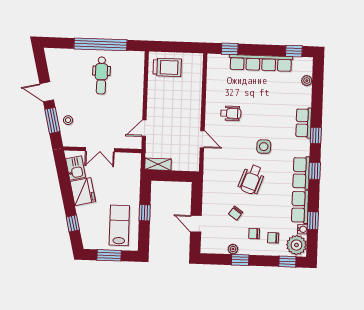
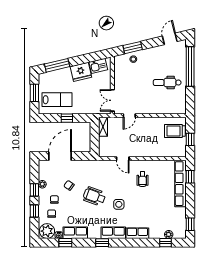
window: (100, 44) -> (190, 67), moved
window: (179, 47) -> (190, 139), added
row of seats: (261, 63) -> (181, 184), moved
trolley: (167, 67) -> (175, 131), turned 90
door: (47, 92) -> (170, 39), moved
door: (144, 128) -> (129, 116), swing flipped
window: (316, 135) -> (166, 243), moved
door: (202, 139) -> (123, 159), hinge flipped
double door: (100, 150) -> (112, 100), moved
row of seats: (301, 173) -> (113, 233), moved
window: (73, 223) -> (57, 65), width x2.17
door: (196, 224) -> (60, 156), width x1.88
window: (287, 262) -> (34, 211), moved

